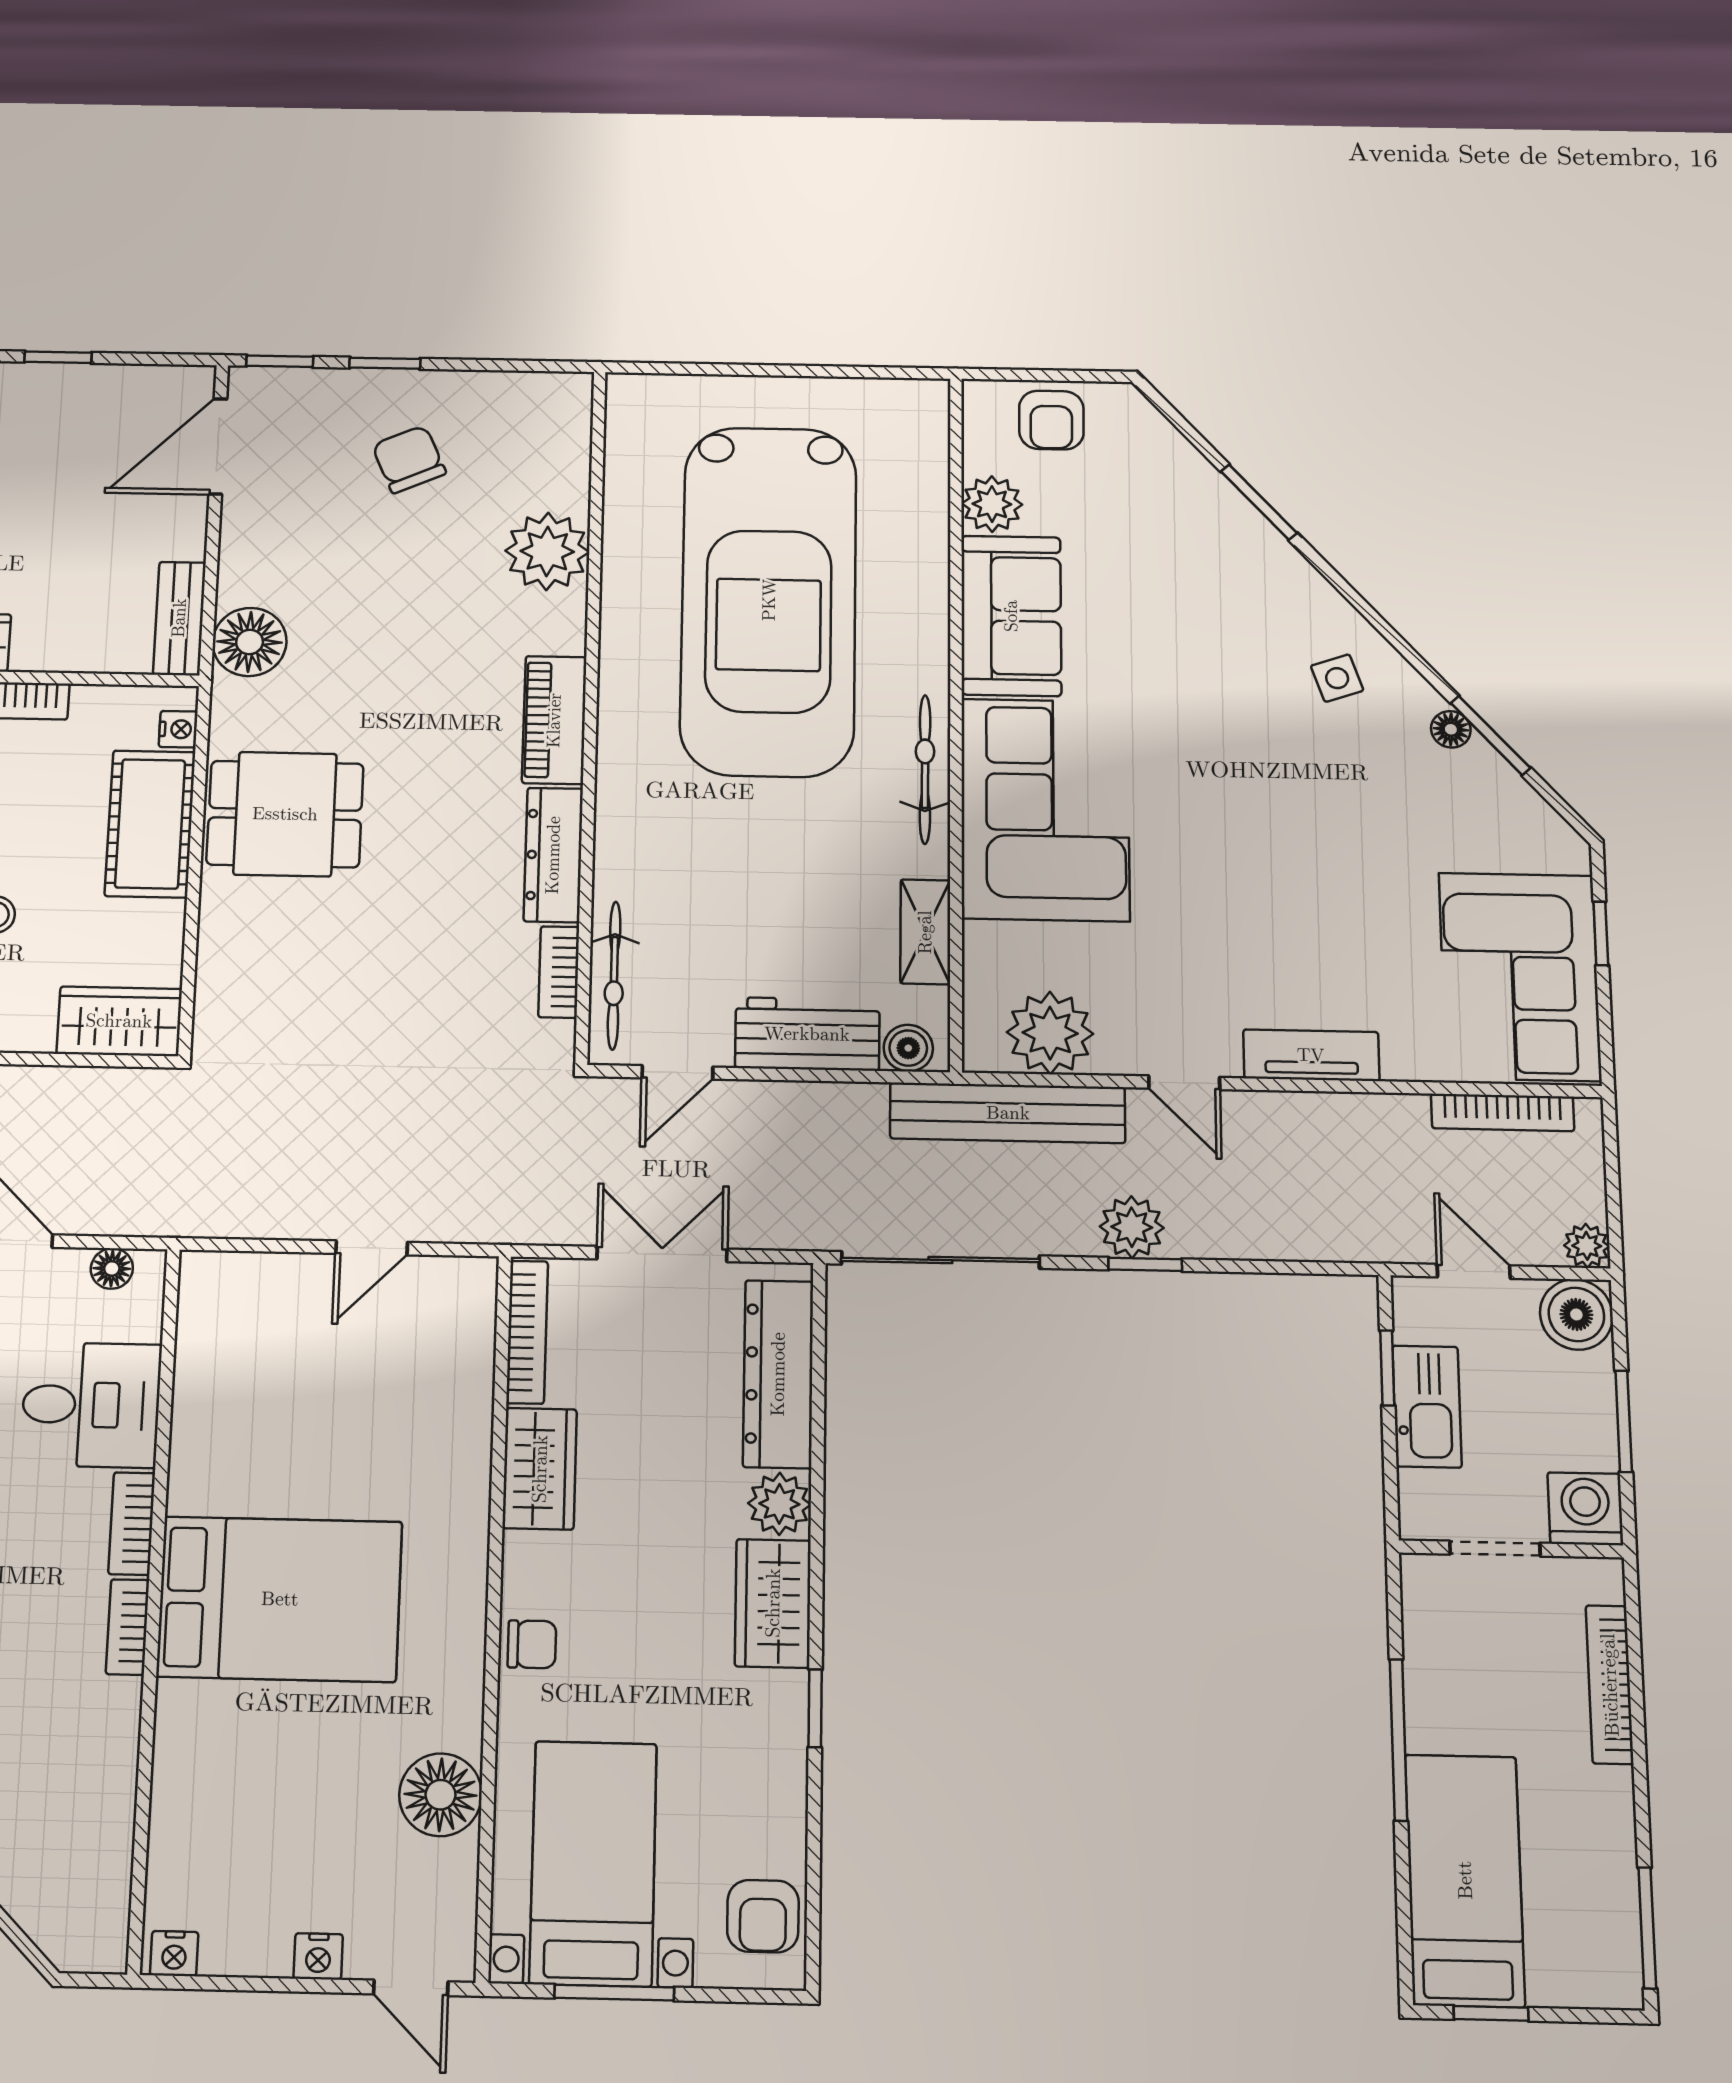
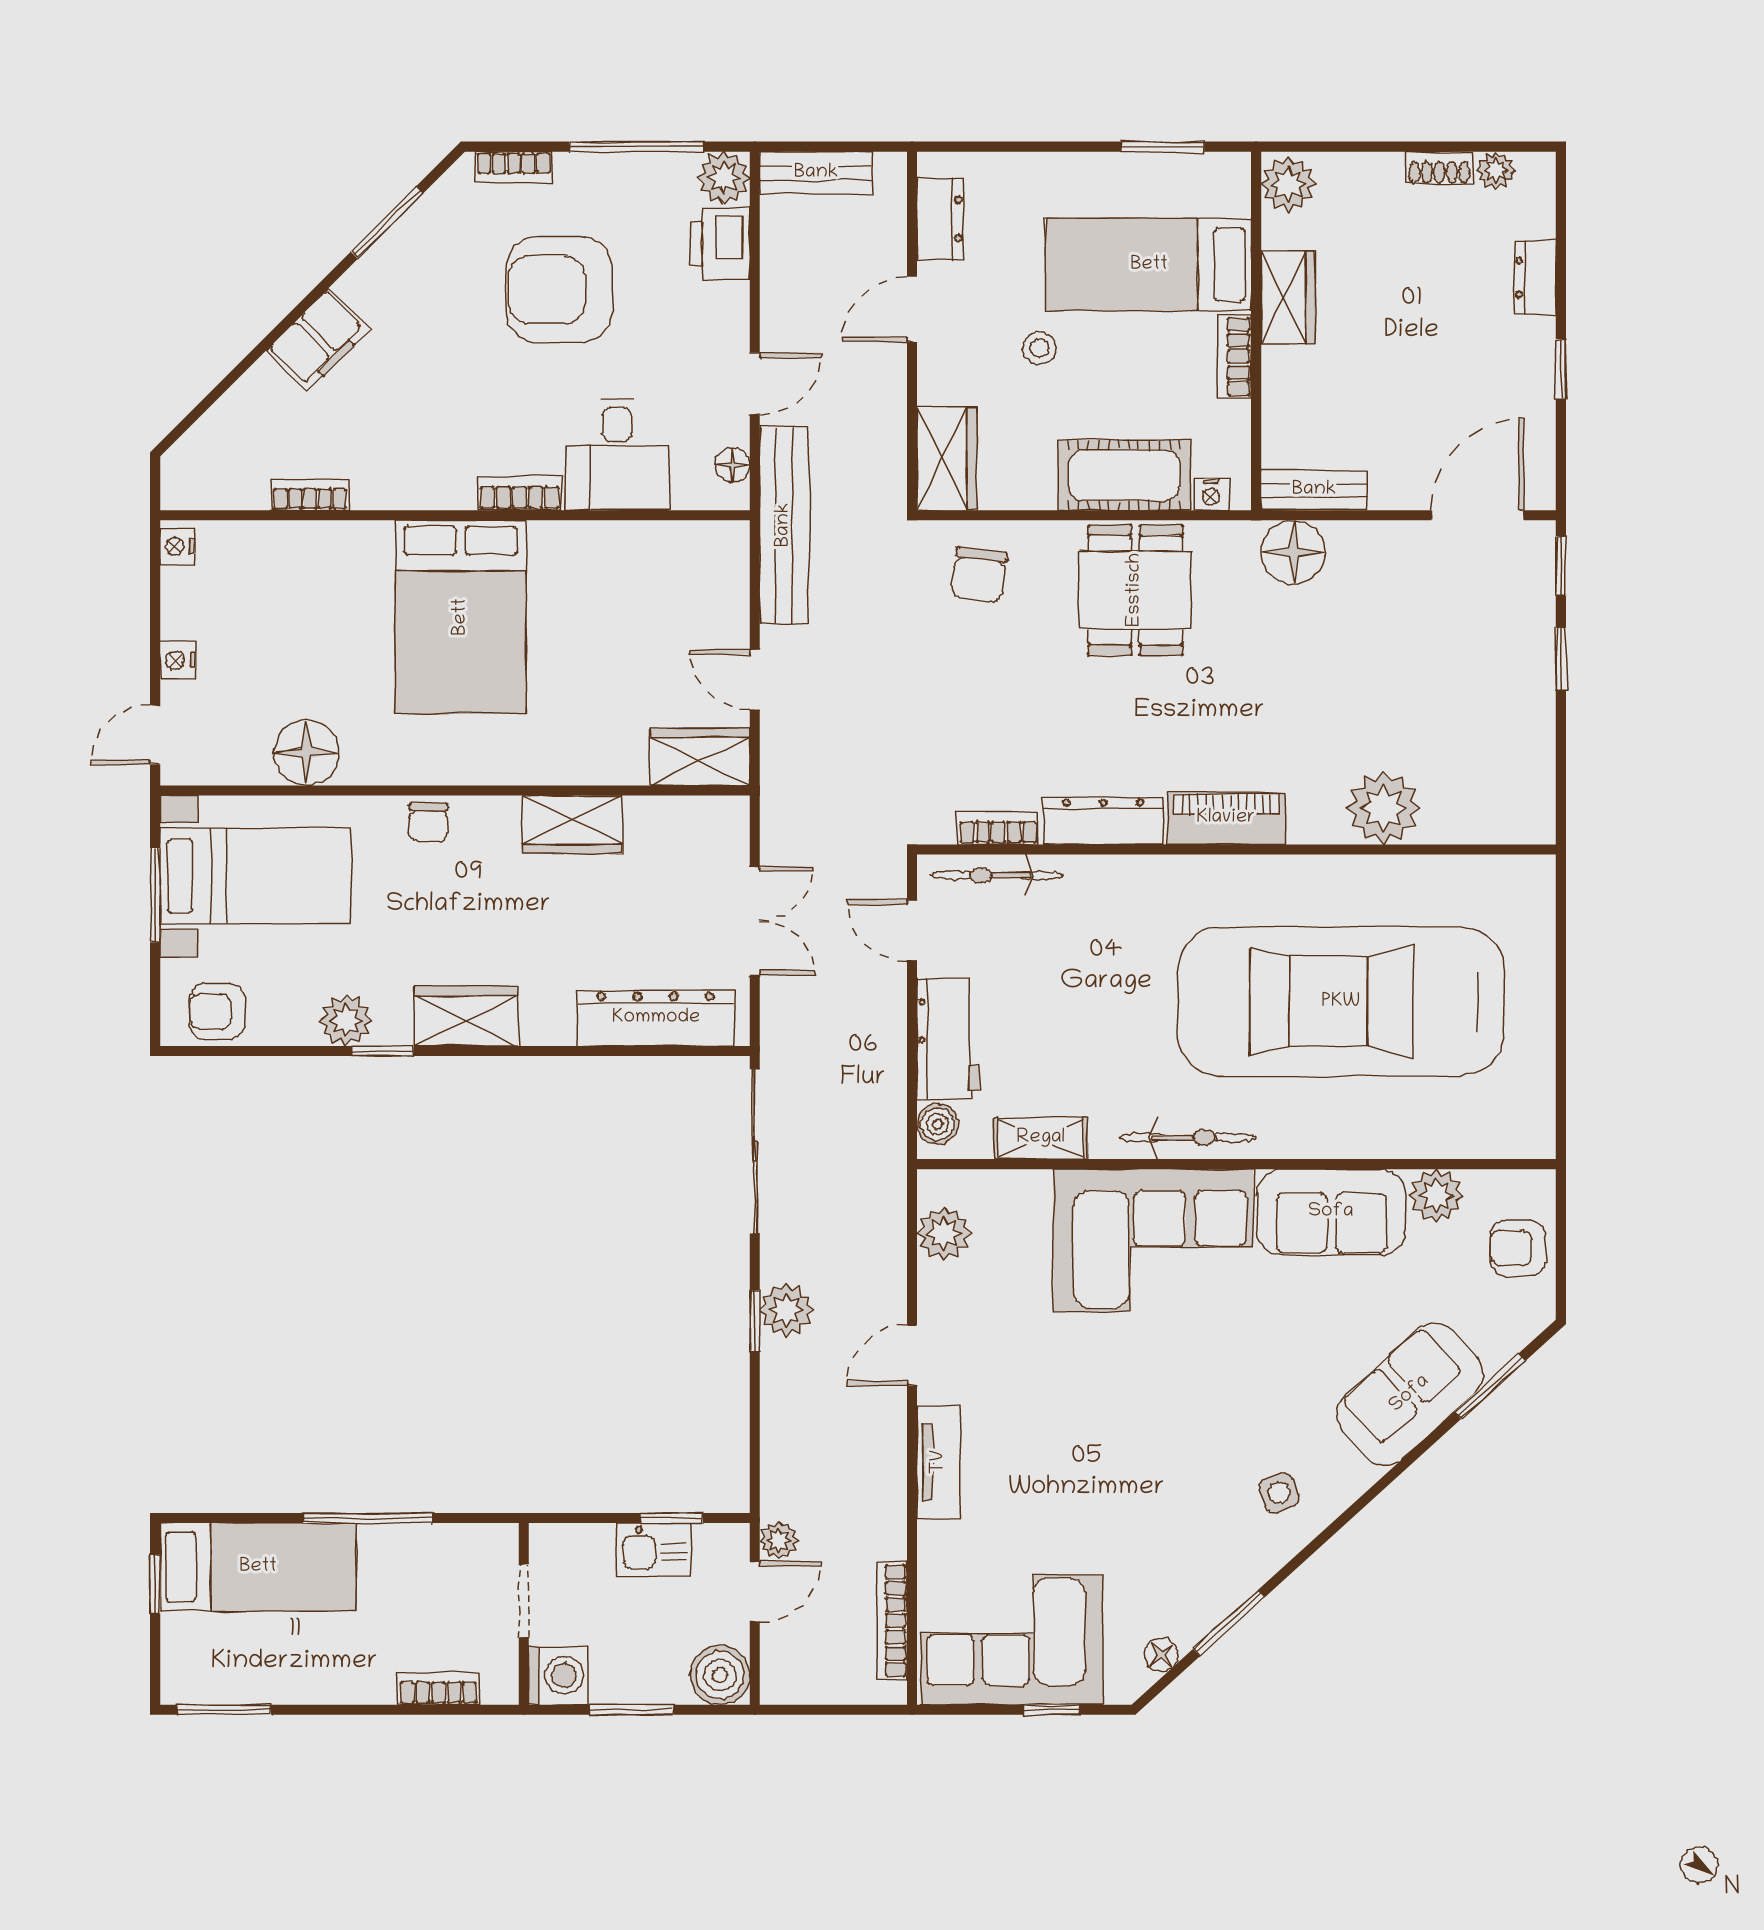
door: (218, 446) -> (1478, 515), hinge flipped
chair: (409, 459) -> (979, 575), moved, turned 121
window: (1259, 502) -> (1490, 1386), moved
sofa: (1220, 536) -> (1410, 1394), added
floor lamp: (1451, 729) -> (1161, 1655), moved
plant: (1050, 1033) -> (944, 1234), width x0.73, depth x0.73
bench: (1008, 1113) -> (784, 525), moved
plant: (1587, 1246) -> (779, 1540), moved
wardrobe: (462, 1314) -> (700, 757), added
bookcase: (527, 1332) -> (686, 811), removed
kitchen sink: (1427, 1406) -> (654, 1550), width x0.73
plant: (779, 1504) -> (346, 1020), moved
bookcase: (128, 1627) -> (310, 495), moved
bookcase: (1610, 1685) -> (439, 1689), width x0.64

